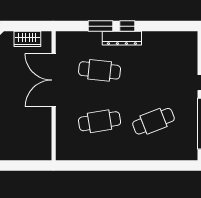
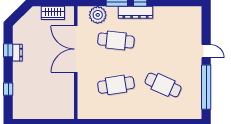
plant: (79, 41) -> (98, 15), added
cafe table: (153, 121) -> (163, 85), turned 45

